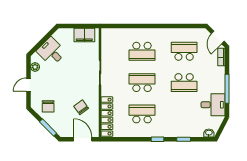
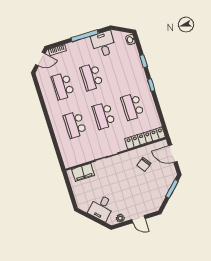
filing cabinet: (84, 35) -> (83, 172), moved, turned 90
school desk: (142, 51) -> (75, 125), turned 180
school desk: (184, 83) -> (91, 77), turned 180
chair: (48, 106) -> (153, 195), removed
door: (83, 139) -> (173, 154), hinge flipped

